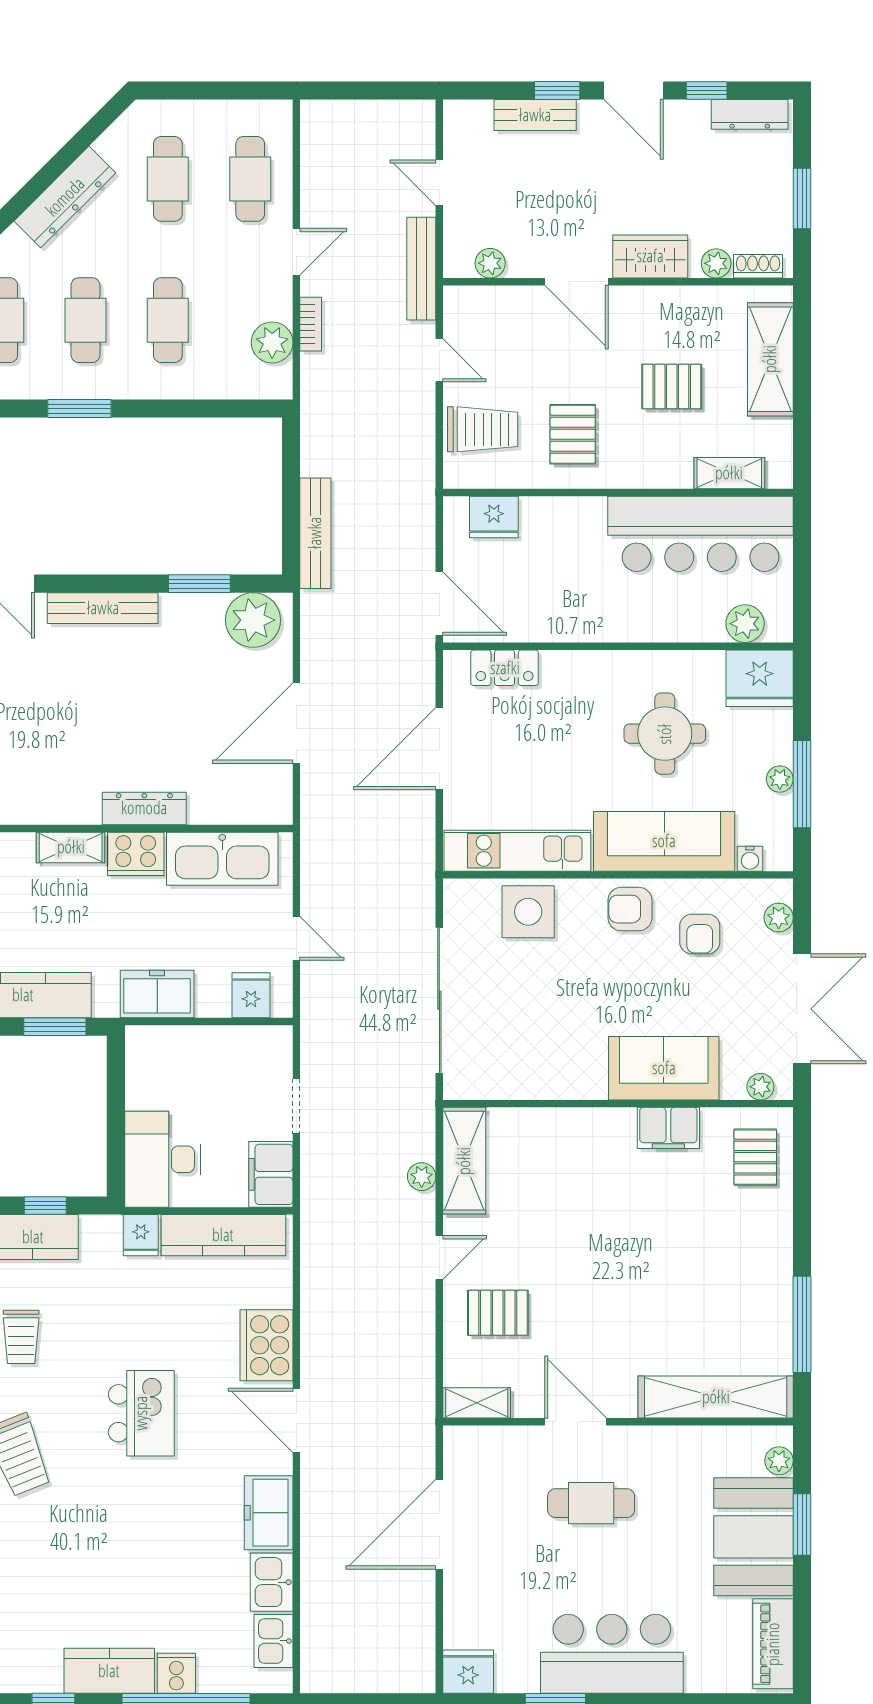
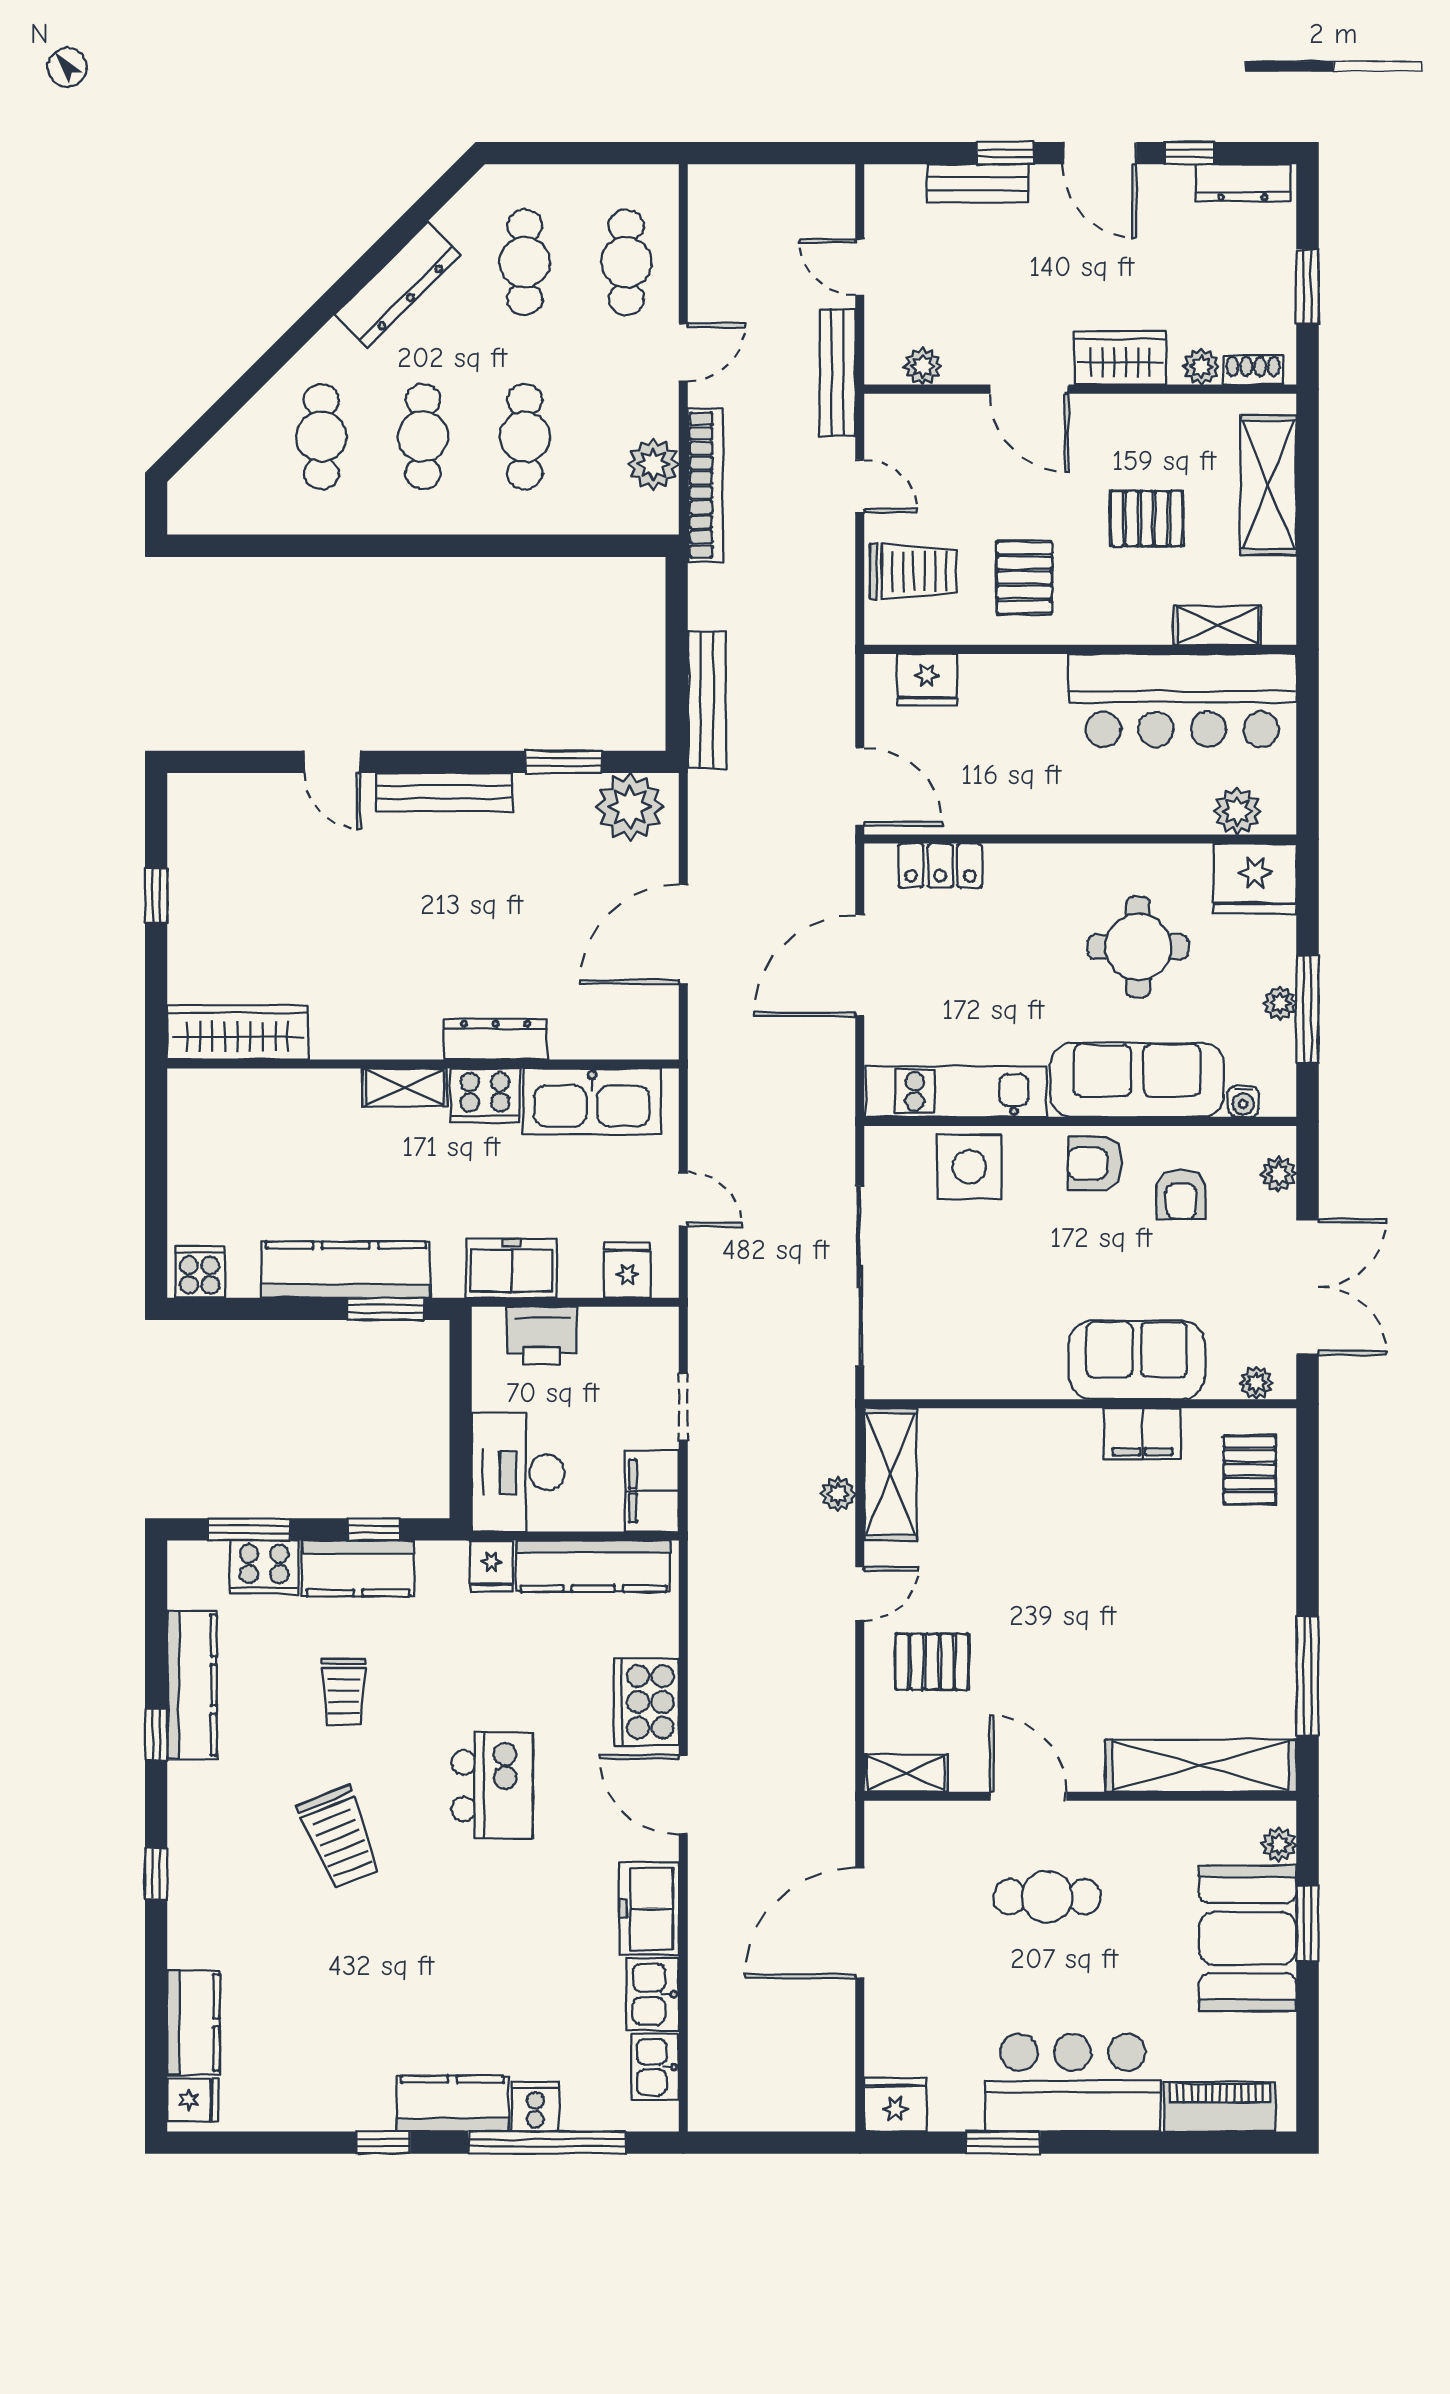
bookcase: (311, 324) -> (705, 485), width x2.31, depth x1.31
window: (79, 409) -> (415, 546), removed
printer: (182, 1049) -> (542, 1336), added
piano: (773, 1644) -> (1220, 2107), moved, turned 90

